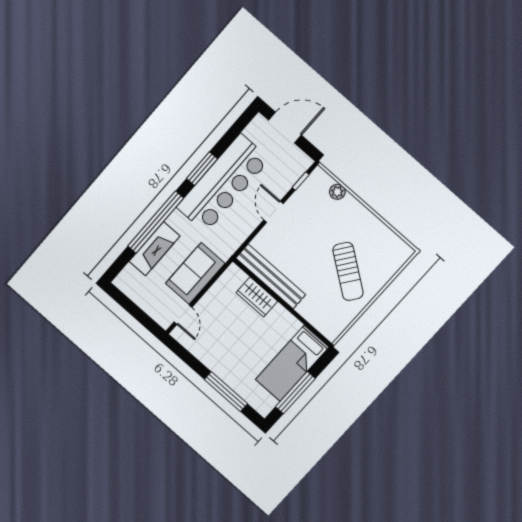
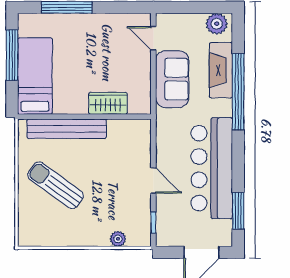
window: (202, 169) -> (238, 211), moved
bench: (271, 276) -> (67, 129), moved
plant: (129, 285) -> (217, 24), added

